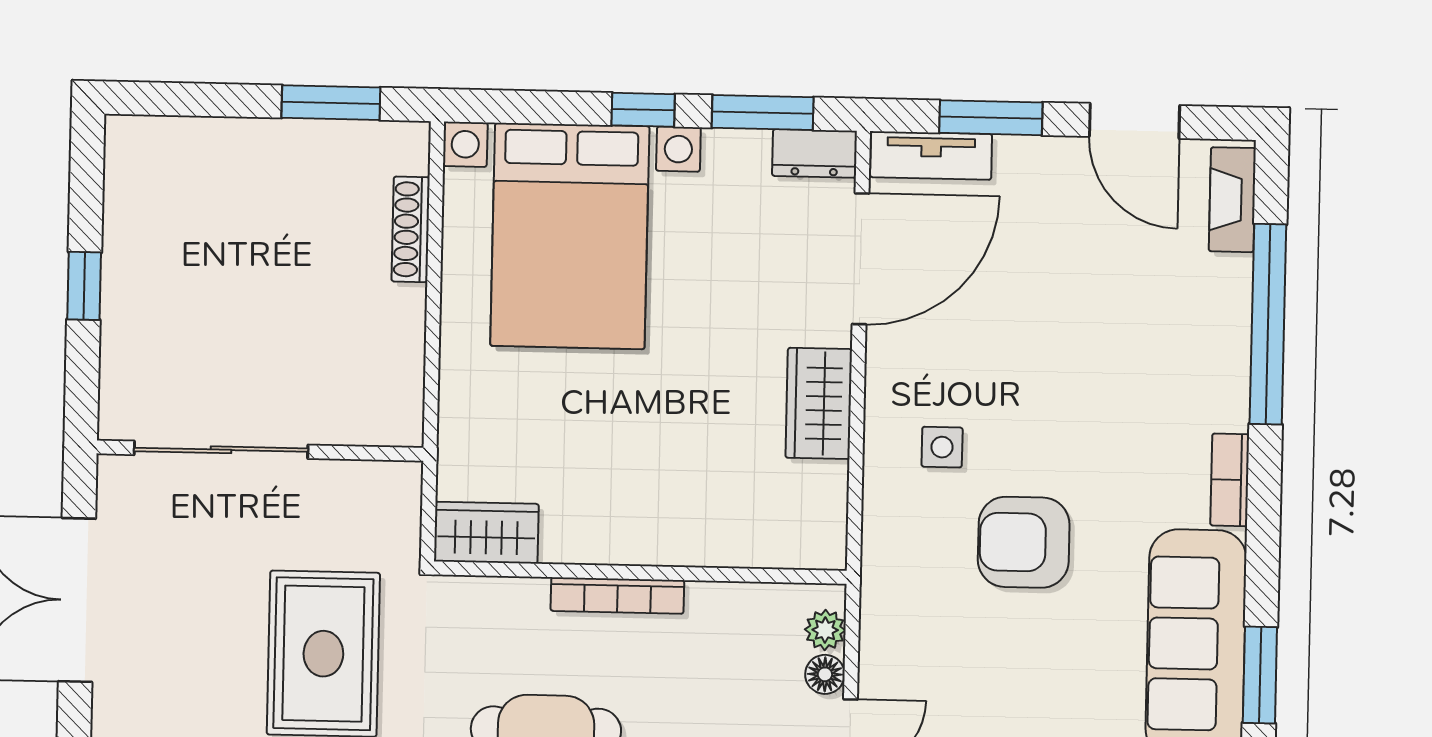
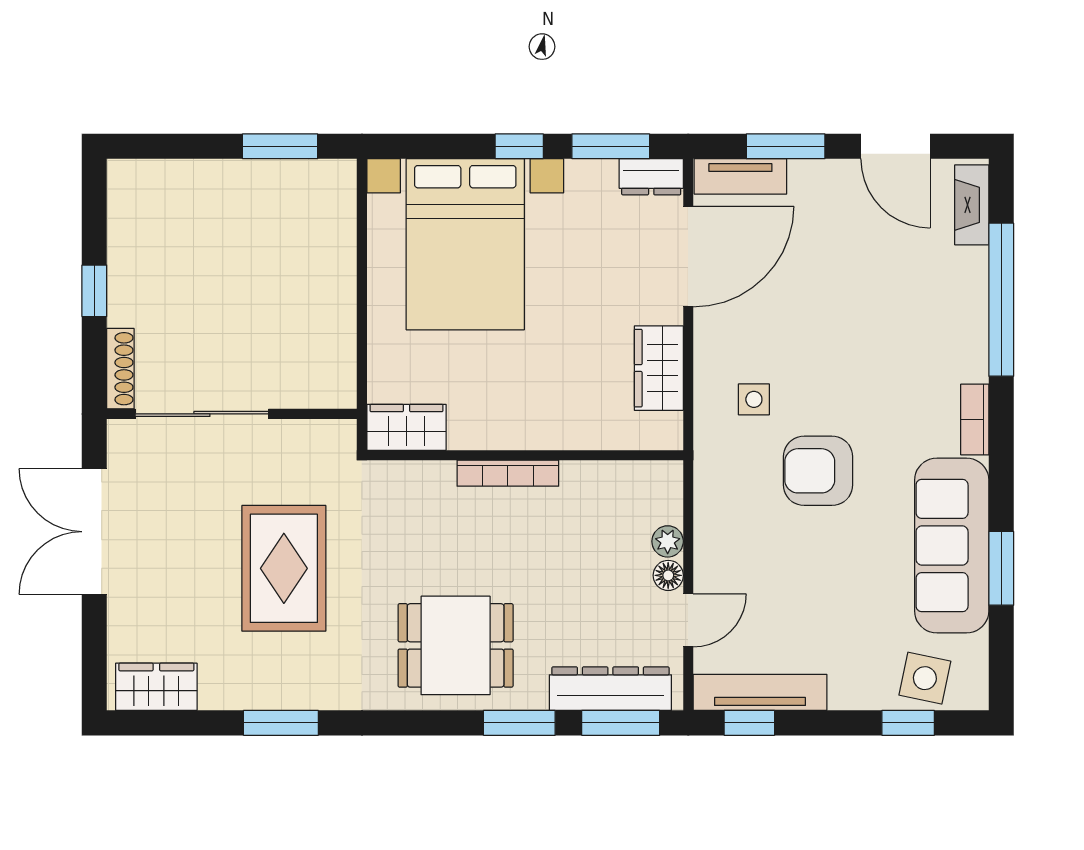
shoe rack: (411, 229) -> (120, 369), moved, turned 180
wardrobe: (486, 533) -> (406, 427), moved
wall: (640, 573) -> (525, 455), moved
bookcase: (617, 596) -> (508, 473), moved

